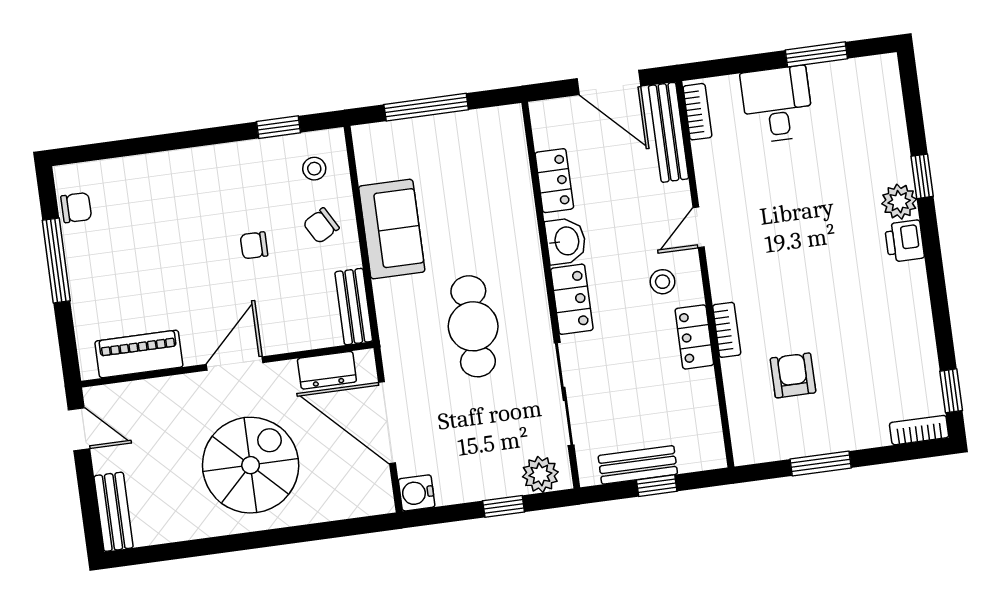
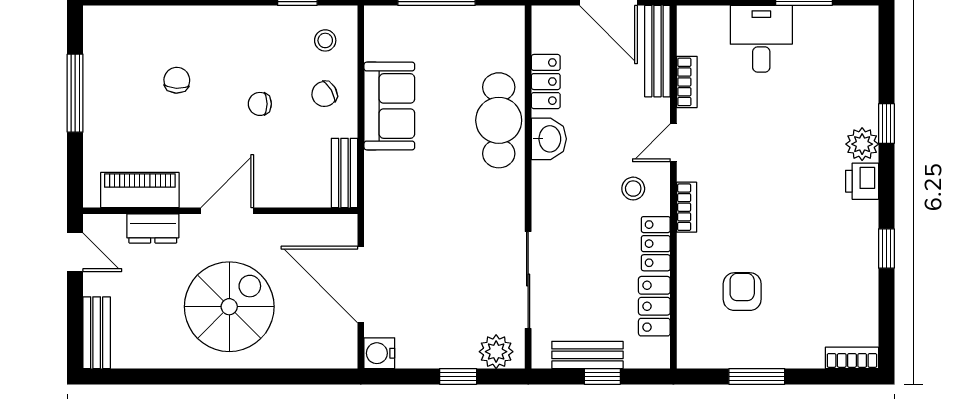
bookcase: (697, 112) -> (687, 82), moved
chair: (76, 208) -> (177, 80), moved, turned -87
locker: (572, 299) -> (654, 306), moved, turned 180
cafe table: (473, 326) -> (499, 120), moved
bookcase: (727, 330) -> (687, 207), moved
dresser: (327, 370) -> (153, 228), moved
window: (951, 391) -> (886, 249), moved

